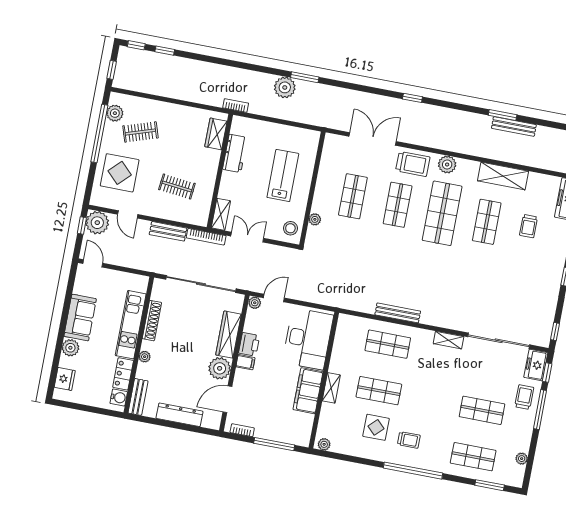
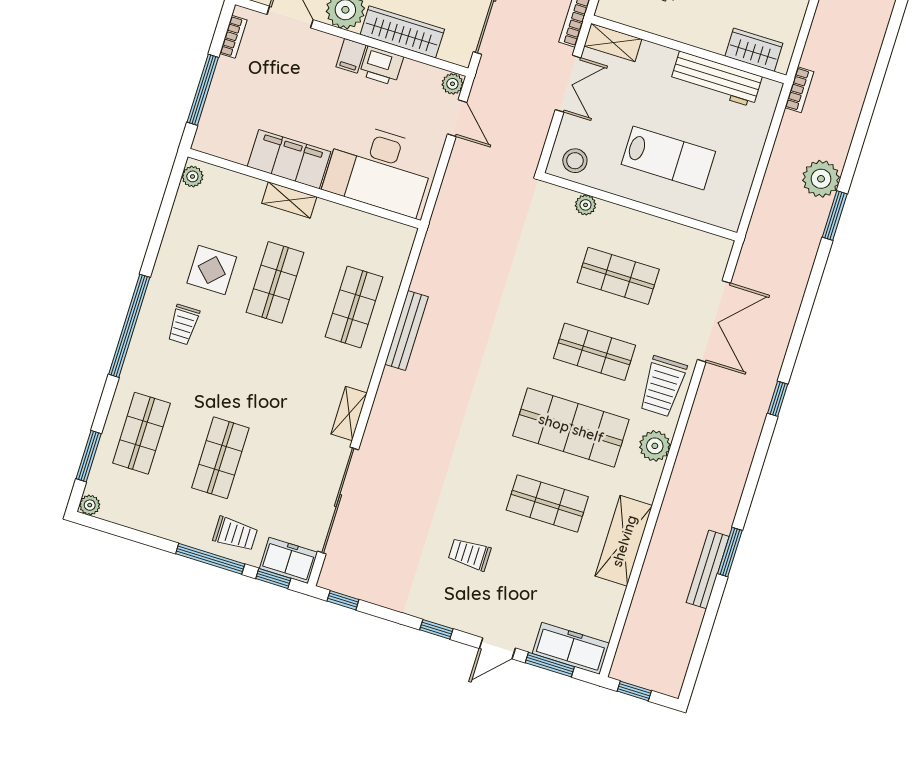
workbench: (235, 153) -> (716, 79), width x1.38
trolley: (529, 226) -> (470, 554), moved
plant: (522, 459) -> (90, 505), moved

